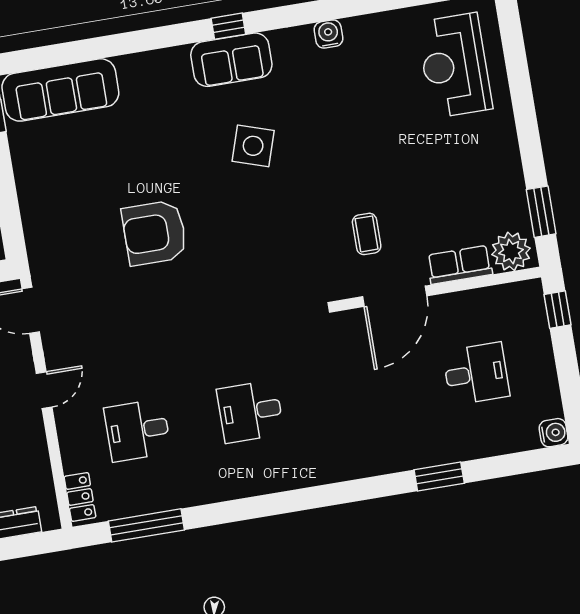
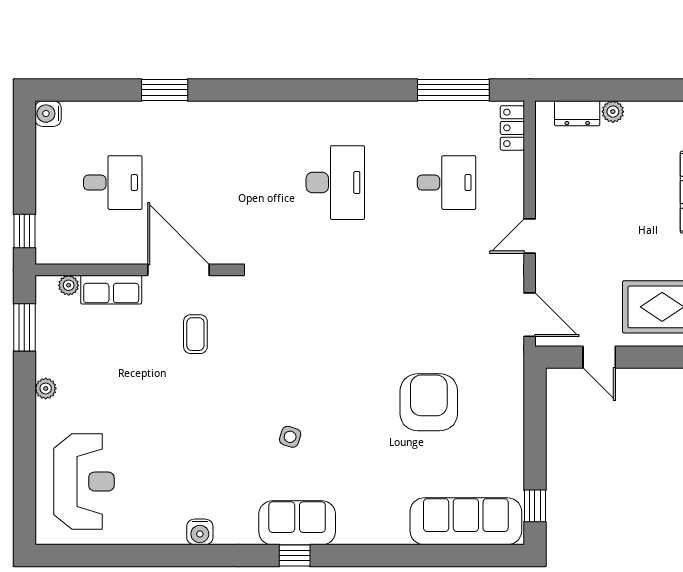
side table: (253, 146) -> (290, 437), width x0.54, depth x0.54
plant: (509, 153) -> (46, 388), added
armchair: (154, 233) -> (429, 402), moved, turned -90
plant: (511, 251) -> (69, 285), width x0.53, depth x0.53
door: (395, 296) -> (178, 270), hinge flipped
desk: (476, 374) -> (113, 183), turned 180
desk: (250, 411) -> (335, 183), width x1.37

